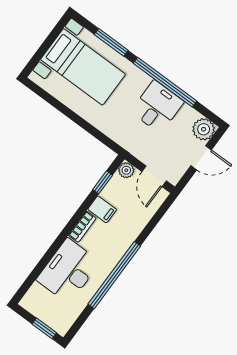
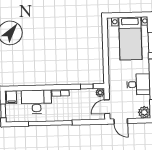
door: (201, 158) -> (121, 121), moved
filing cabinet: (102, 209) -> (12, 97), moved

